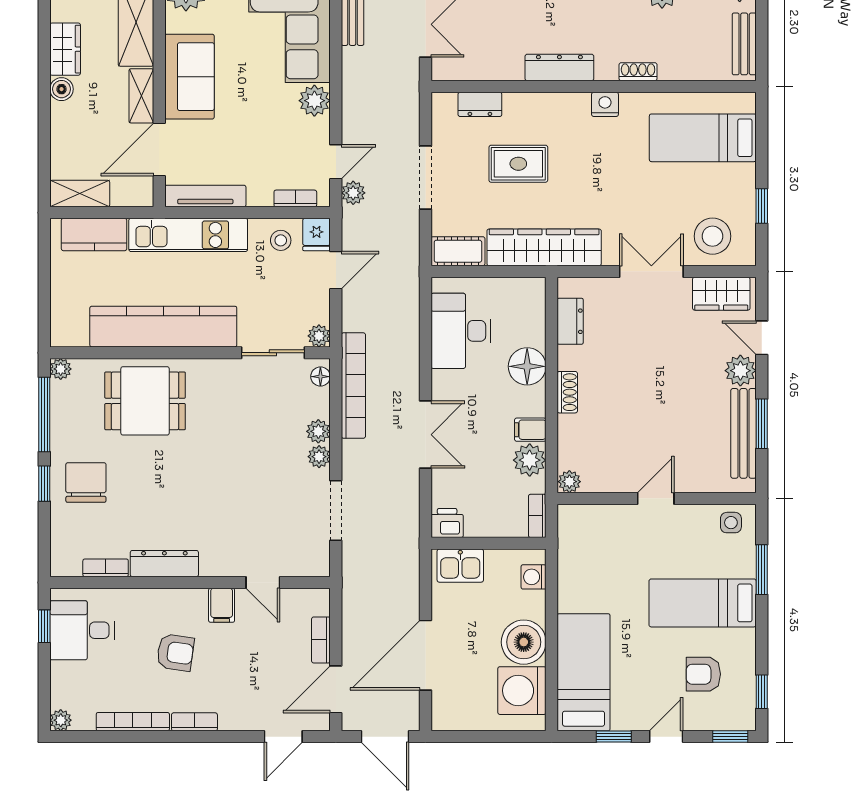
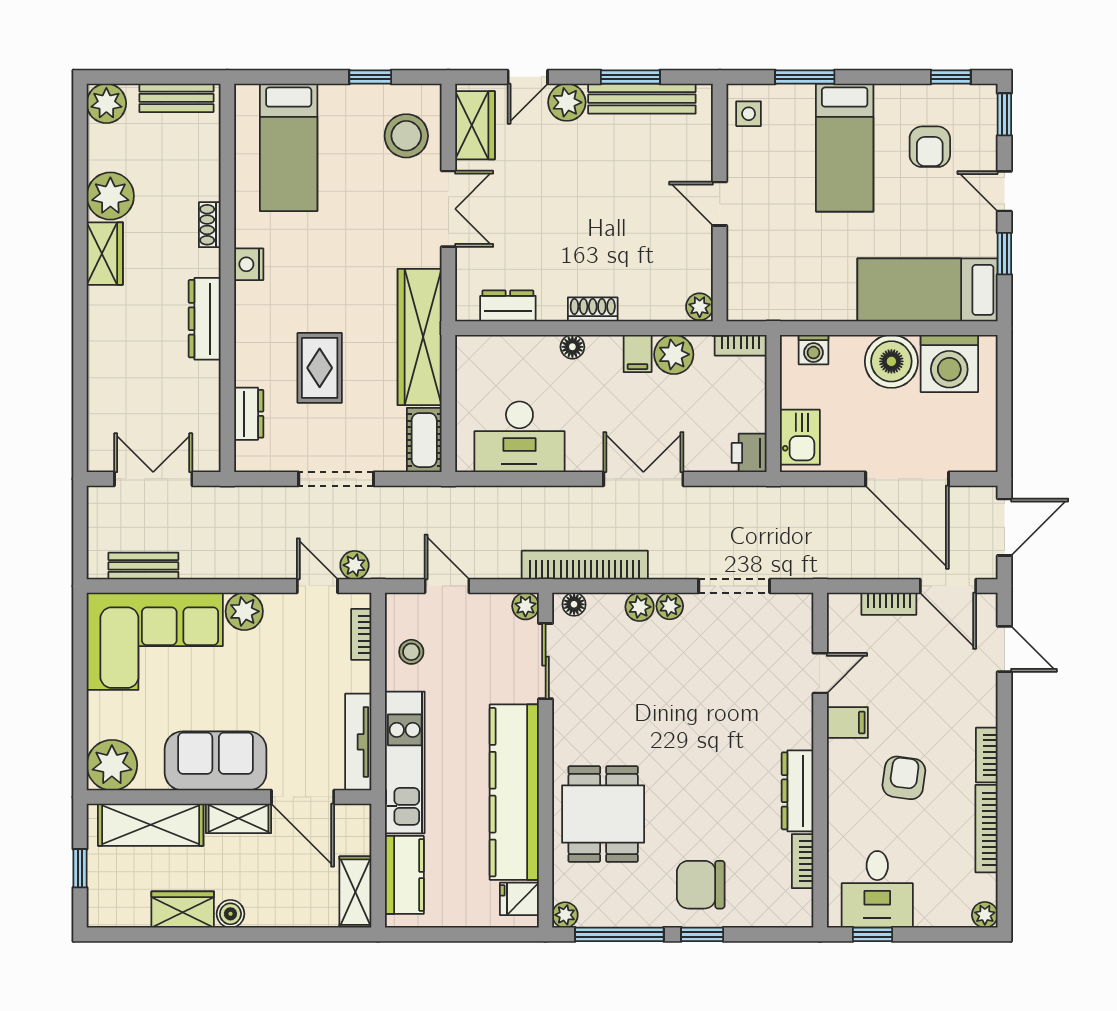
fridge: (317, 234) -> (519, 899), moved, turned 180
double door: (651, 271) -> (448, 209), swing flipped
floor lamp: (527, 366) -> (572, 347), width x0.53, depth x0.53

